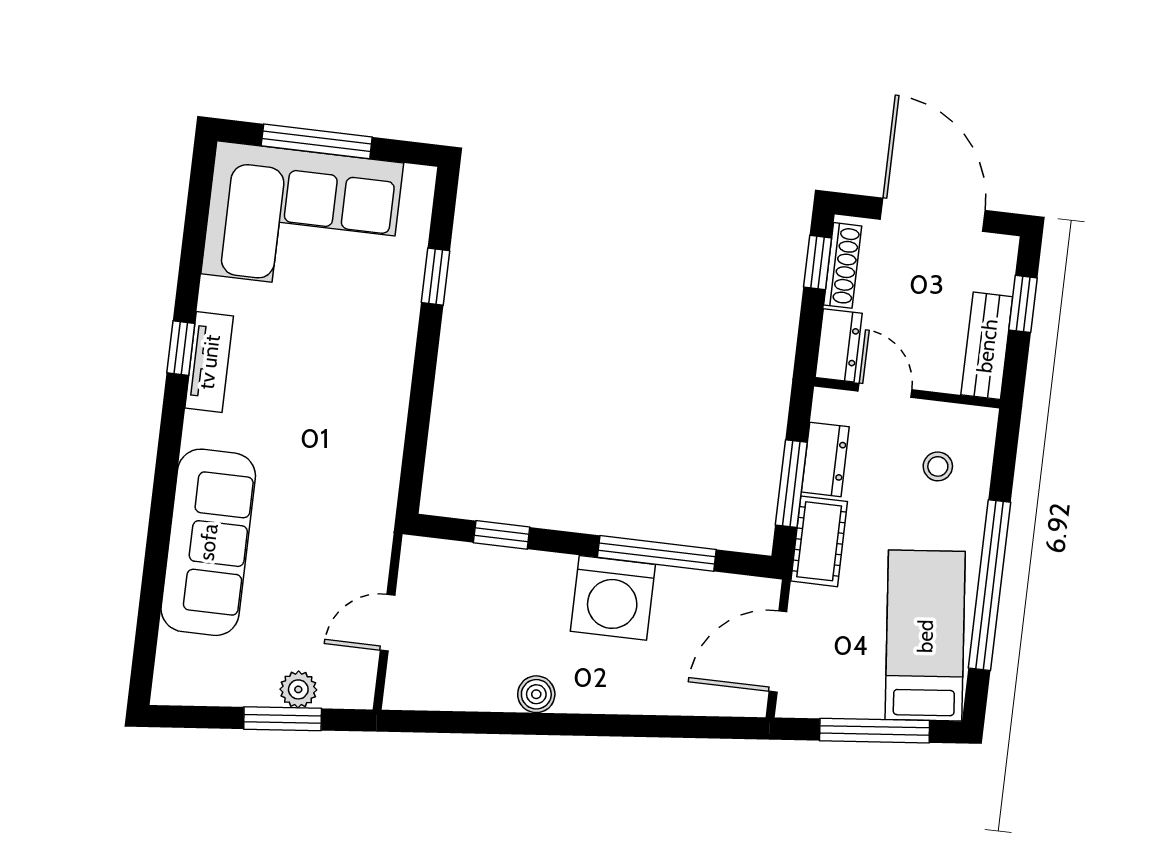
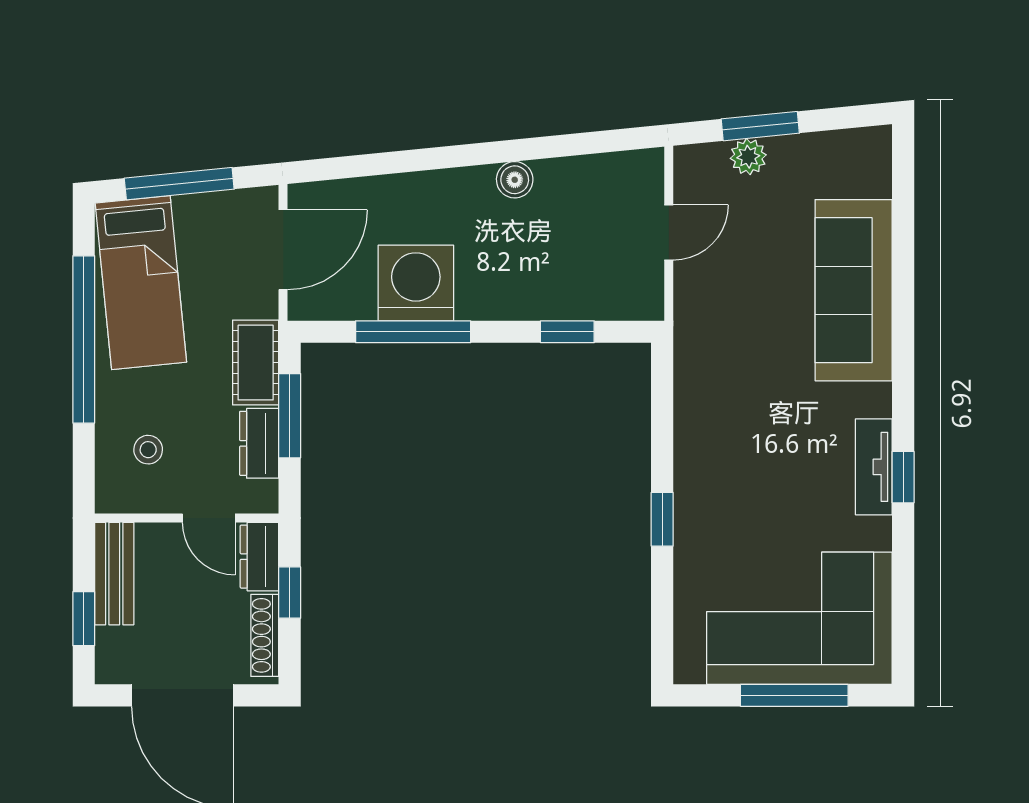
window: (818, 263) -> (290, 593), moved
window: (436, 277) -> (662, 519), moved
washing machine: (613, 598) -> (416, 283), moved

